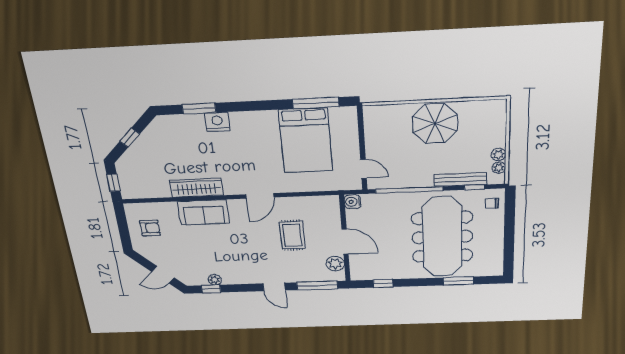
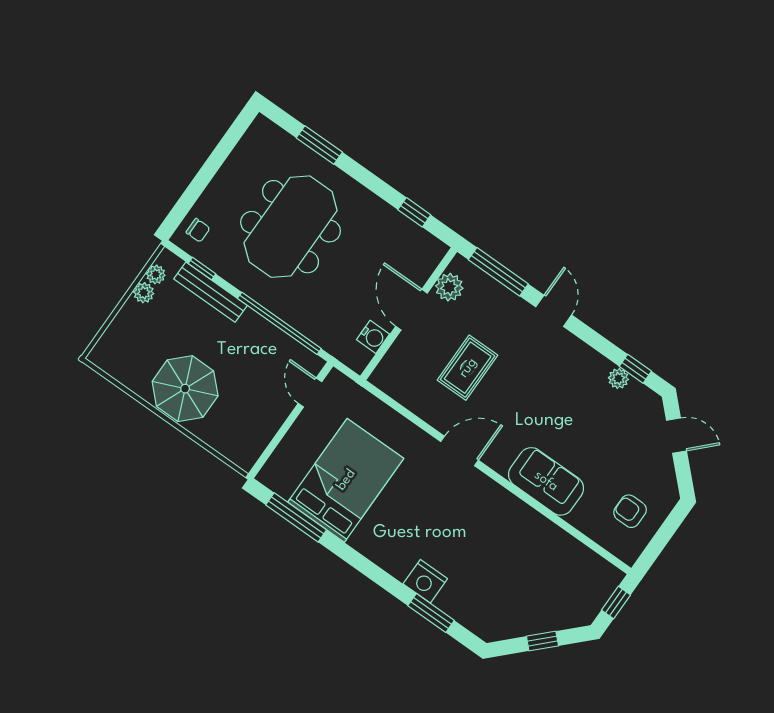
wardrobe: (196, 188) -> (524, 520), removed
water cooler: (353, 202) -> (373, 337), moved
meeting table: (442, 237) -> (291, 227), width x0.73

